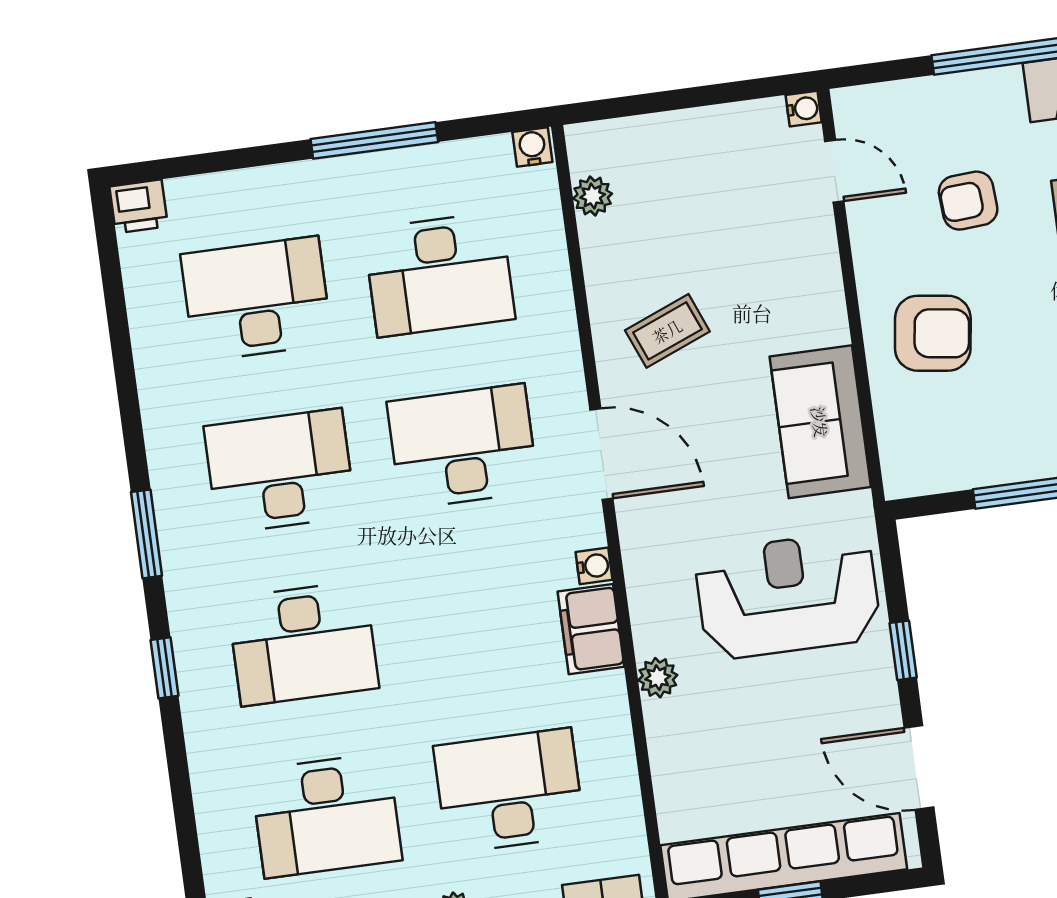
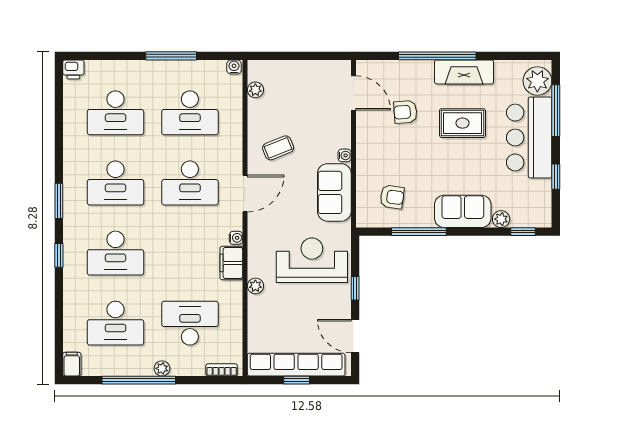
water cooler: (804, 109) -> (345, 155), moved
door: (834, 171) -> (353, 93), width x1.38
desk: (257, 299) -> (116, 113), turned 180
armchair: (933, 333) -> (392, 197), moved, width x0.72, depth x0.72
desk: (463, 446) -> (190, 183), turned 180
door: (601, 454) -> (245, 193), hinge flipped
desk: (280, 471) -> (116, 183), turned 180

